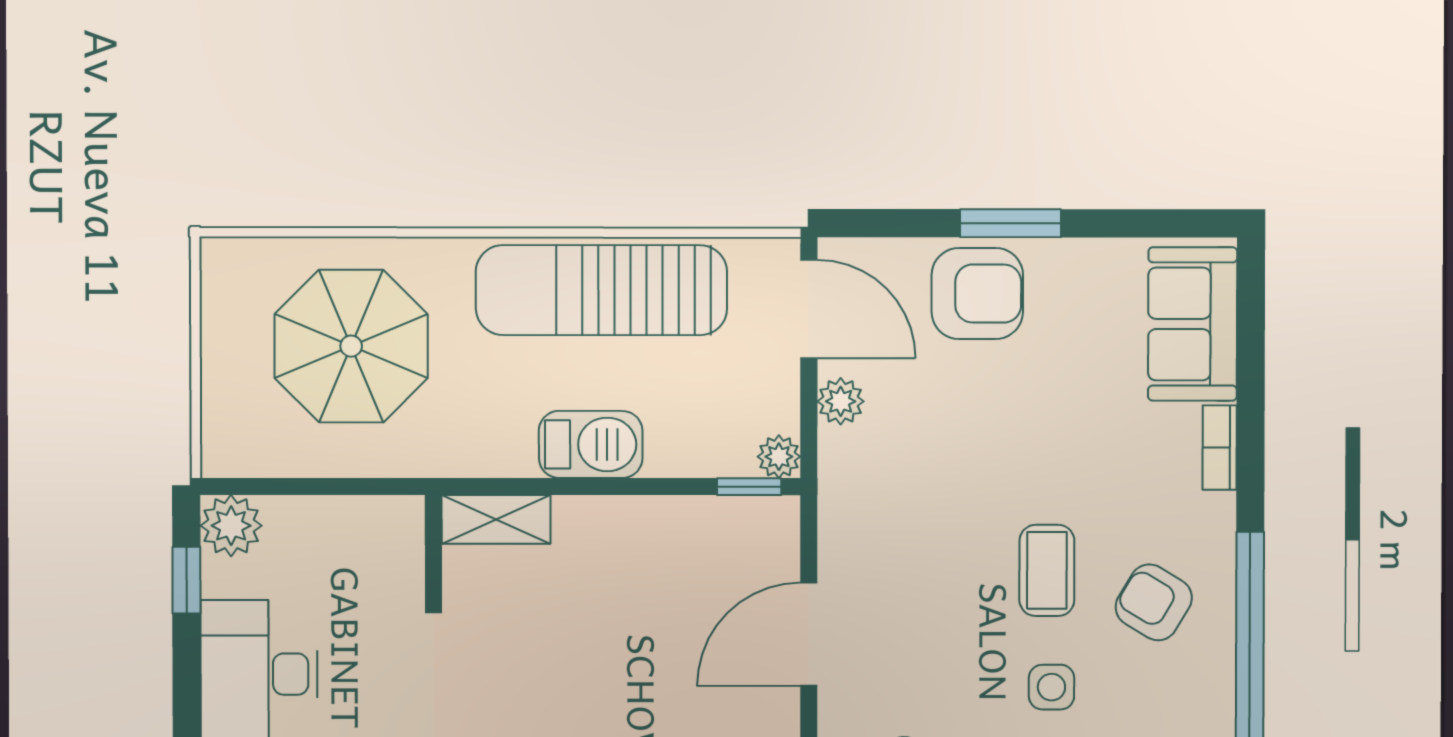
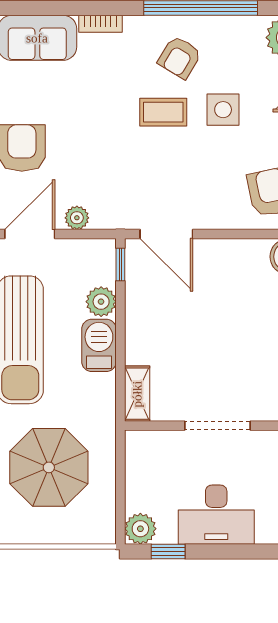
plant: (779, 457) -> (101, 302), moved, width x1.38, depth x1.38
door: (809, 634) -> (166, 234), moved
side table: (1051, 687) -> (223, 110), width x1.37, depth x1.37

